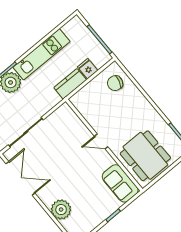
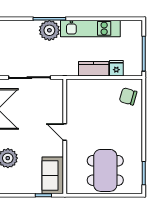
door: (101, 142) -> (65, 132), moved
wall: (104, 145) -> (65, 136), moved
sofa: (120, 183) -> (53, 175), moved

